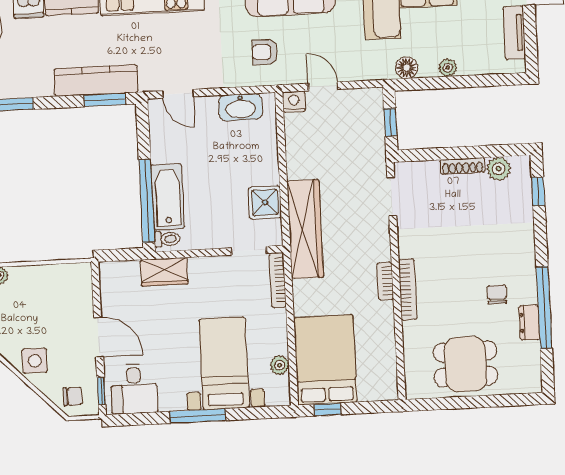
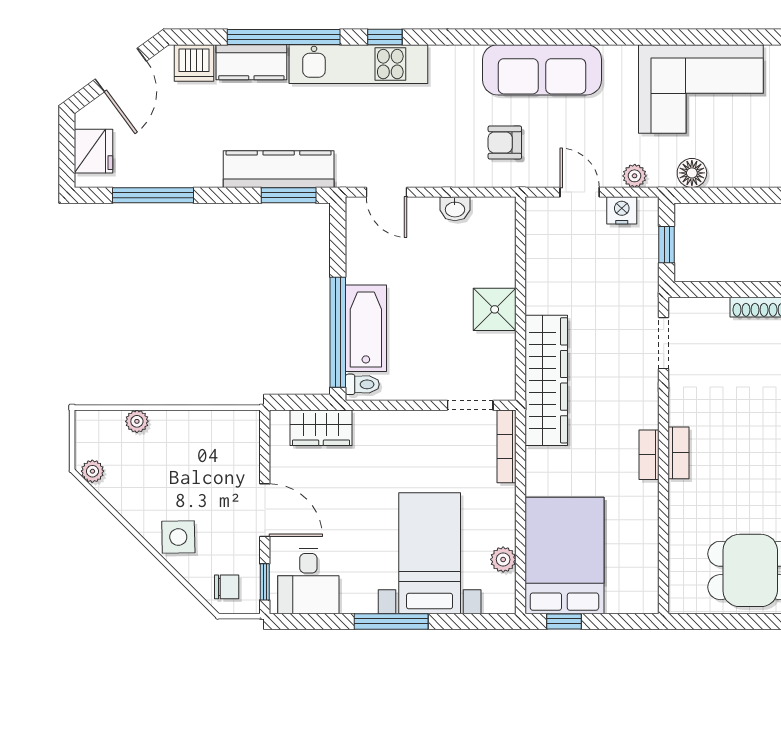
plant: (448, 68) -> (635, 176), moved
nightstand: (294, 102) -> (622, 210), moved
washbasin: (240, 107) -> (455, 209), width x0.52, depth x0.69
shower: (265, 202) -> (495, 309), moved
wardrobe: (164, 272) -> (321, 428), moved
bookcase: (408, 289) -> (679, 453), width x0.64

